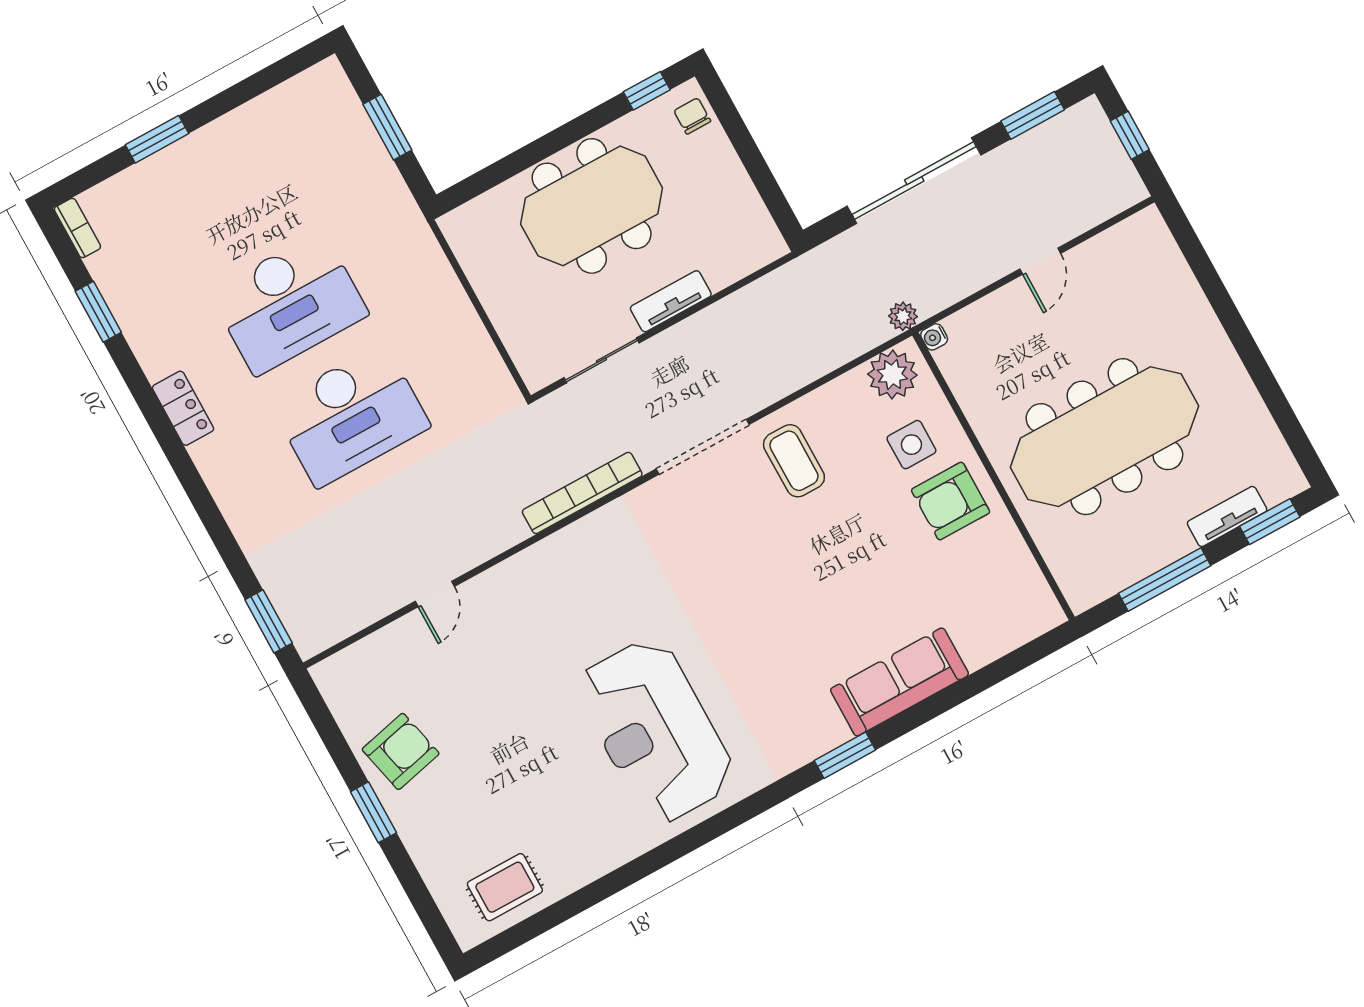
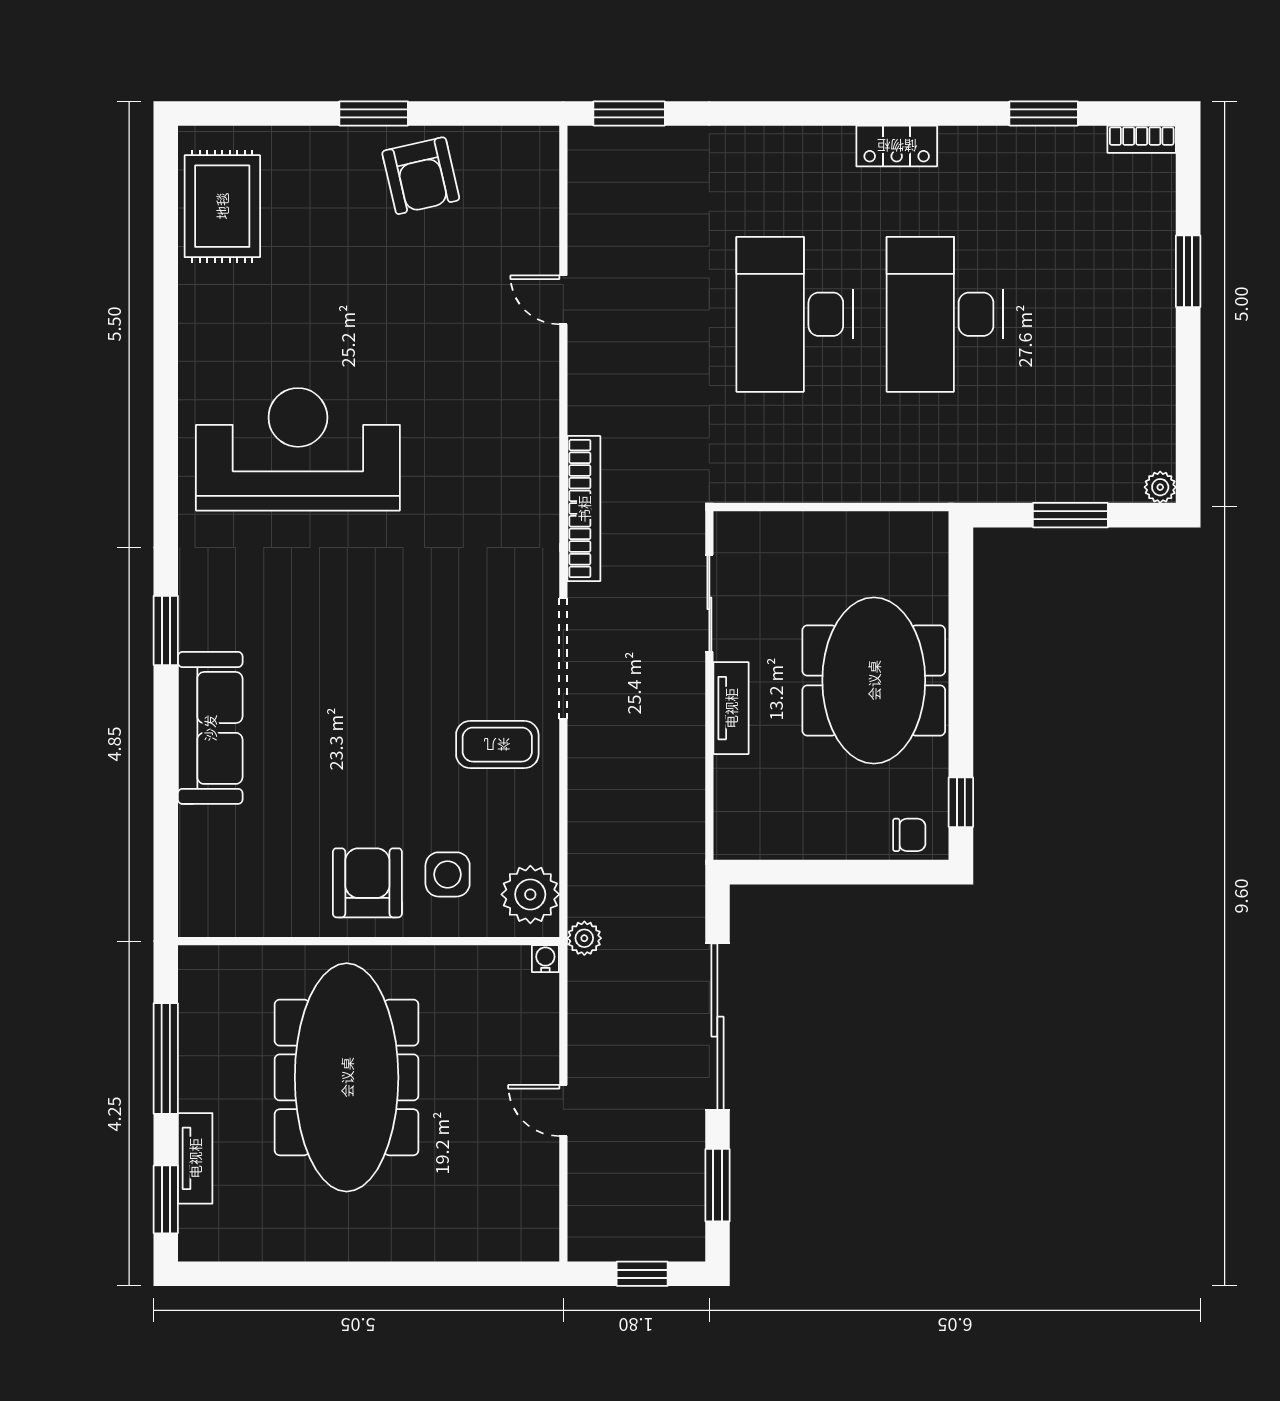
plant: (330, 71) -> (1160, 487), added
rug: (505, 887) -> (222, 206), width x1.36, depth x1.43

